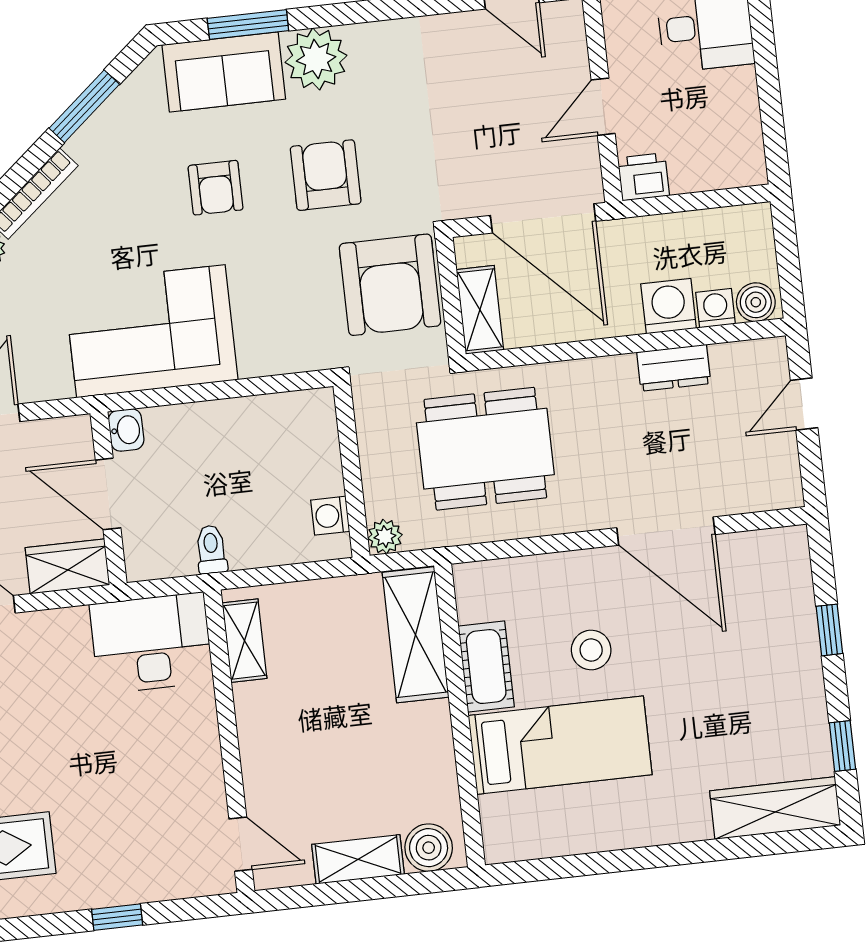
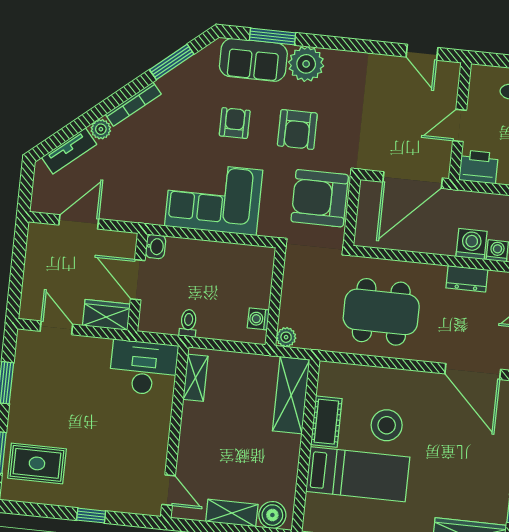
armchair: (326, 175) -> (297, 129), turned 180
printer: (644, 177) -> (479, 167), width x1.36, depth x1.24
armchair: (216, 188) -> (235, 123), turned 180
door: (543, 218) -> (413, 180), hinge flipped
armchair: (390, 285) -> (320, 198), turned 90
shelving: (480, 310) -> (366, 223), removed
corner sofa: (151, 331) -> (214, 198), moved
dining table: (485, 449) -> (381, 312), moved
door: (666, 531) -> (473, 372), moved
stool: (591, 650) -> (387, 425), width x1.38, depth x1.38

